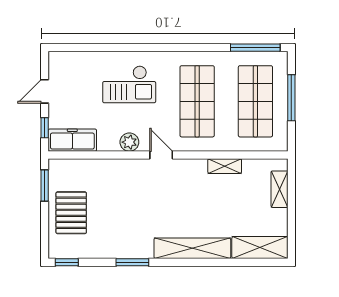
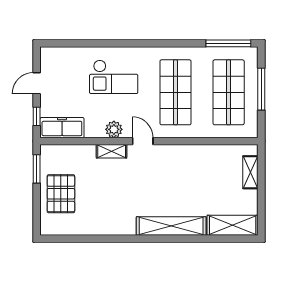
shelving: (225, 166) -> (112, 151), moved
window: (67, 262) -> (57, 239), removed
window: (132, 262) -> (117, 239), removed

